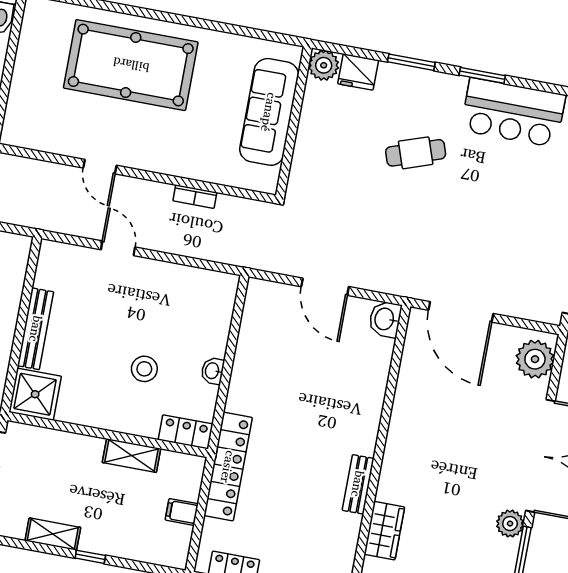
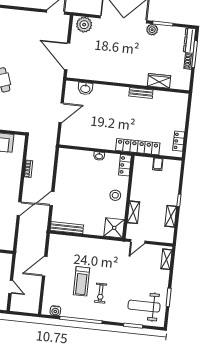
door: (461, 312) -> (67, 56), swing flipped
washbasin: (385, 319) -> (85, 89), moved
bench: (36, 329) -> (67, 228), moved
stool: (144, 369) -> (115, 195), moved
shelving: (131, 455) -> (133, 212), moved

